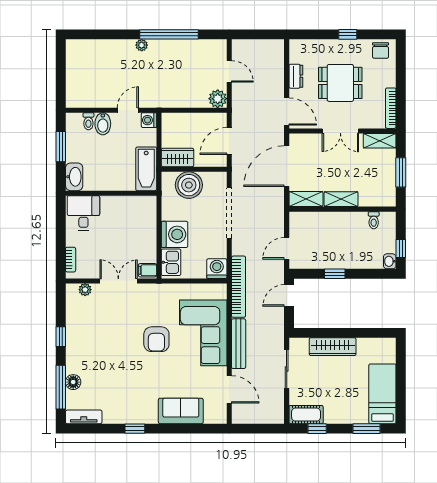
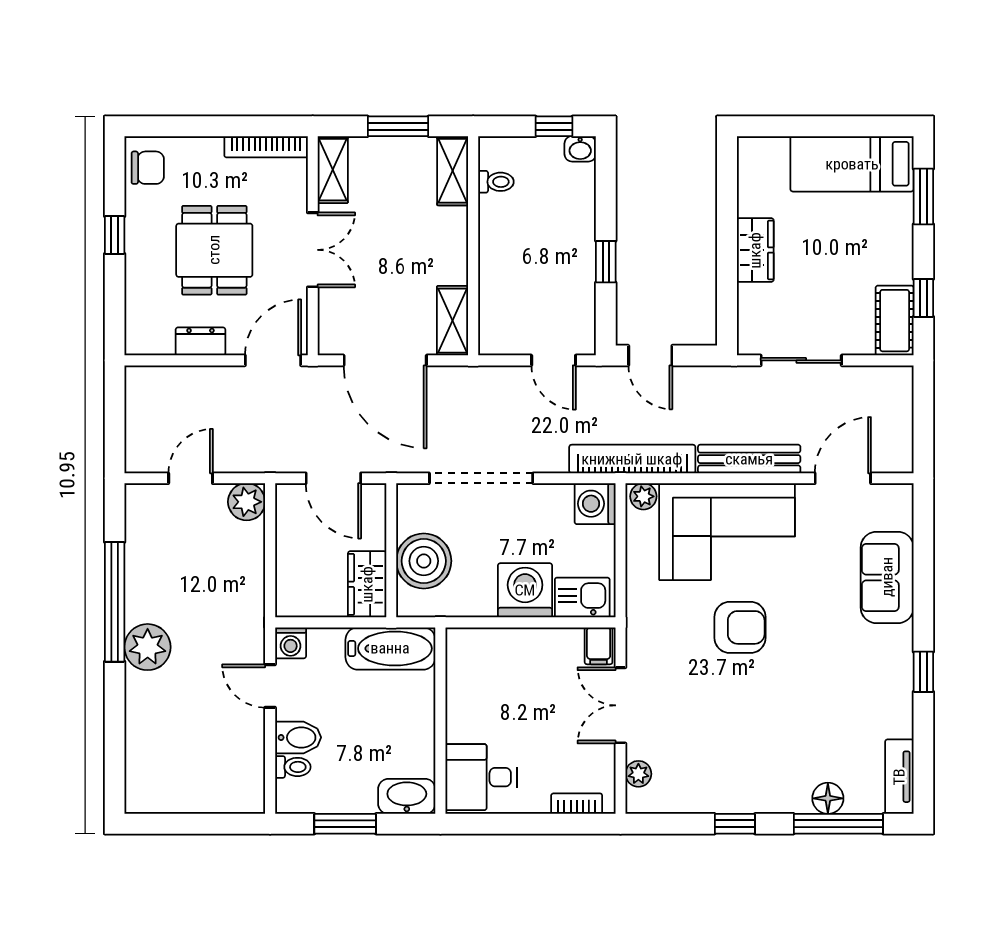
plant: (142, 45) -> (148, 647), width x1.87, depth x1.87
shelving: (341, 199) -> (453, 171), moved
plant: (220, 292) -> (643, 496), added
wardrobe: (333, 347) -> (755, 250), width x0.67

